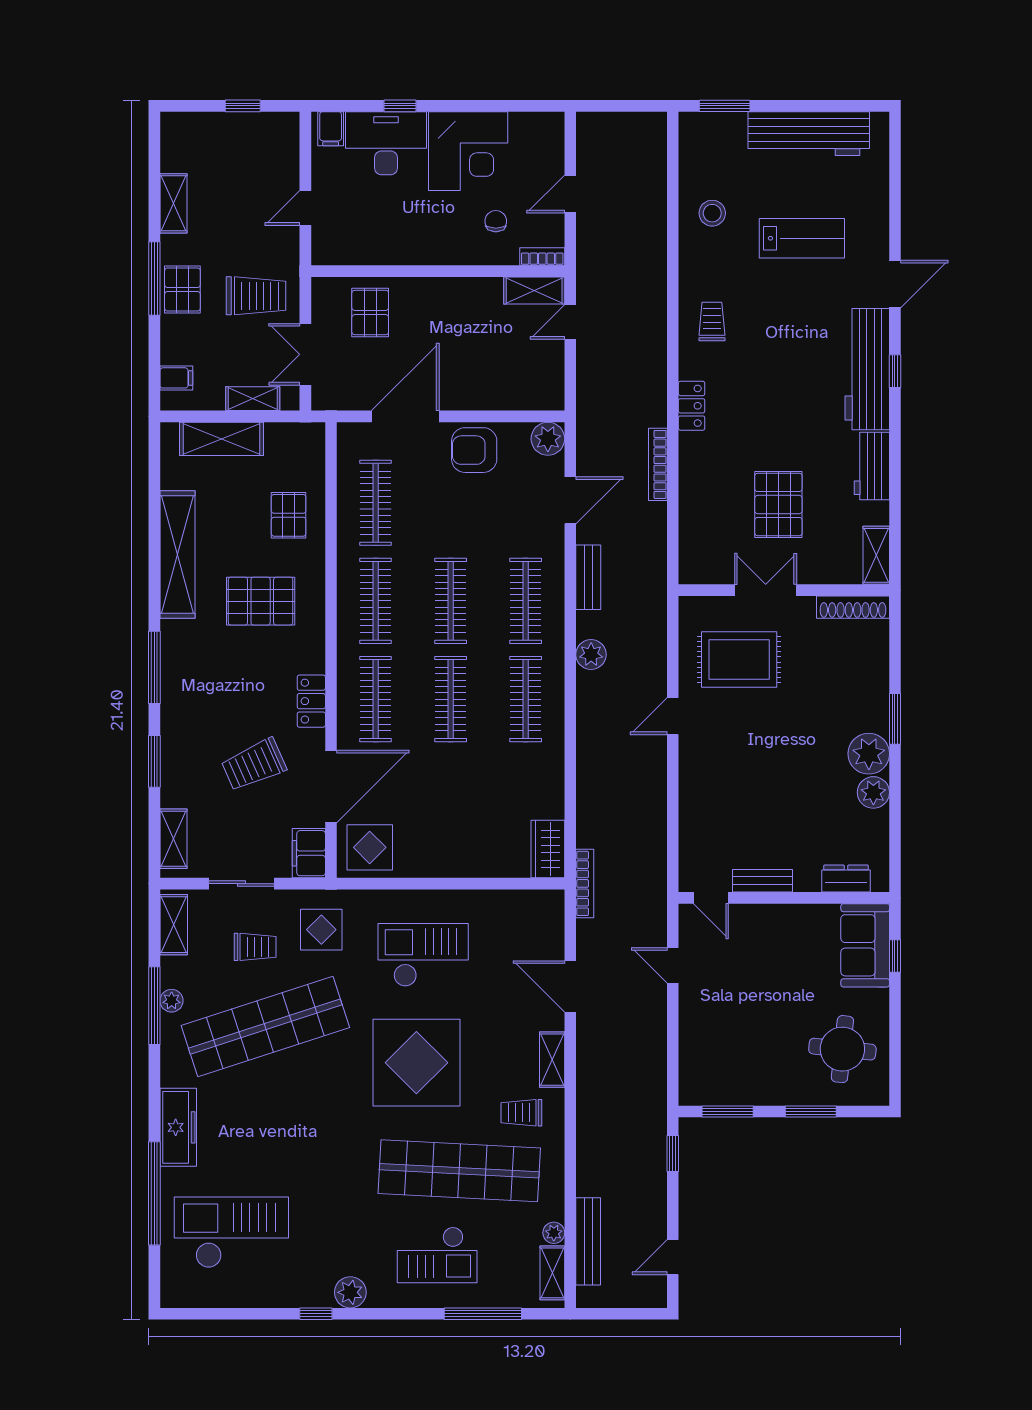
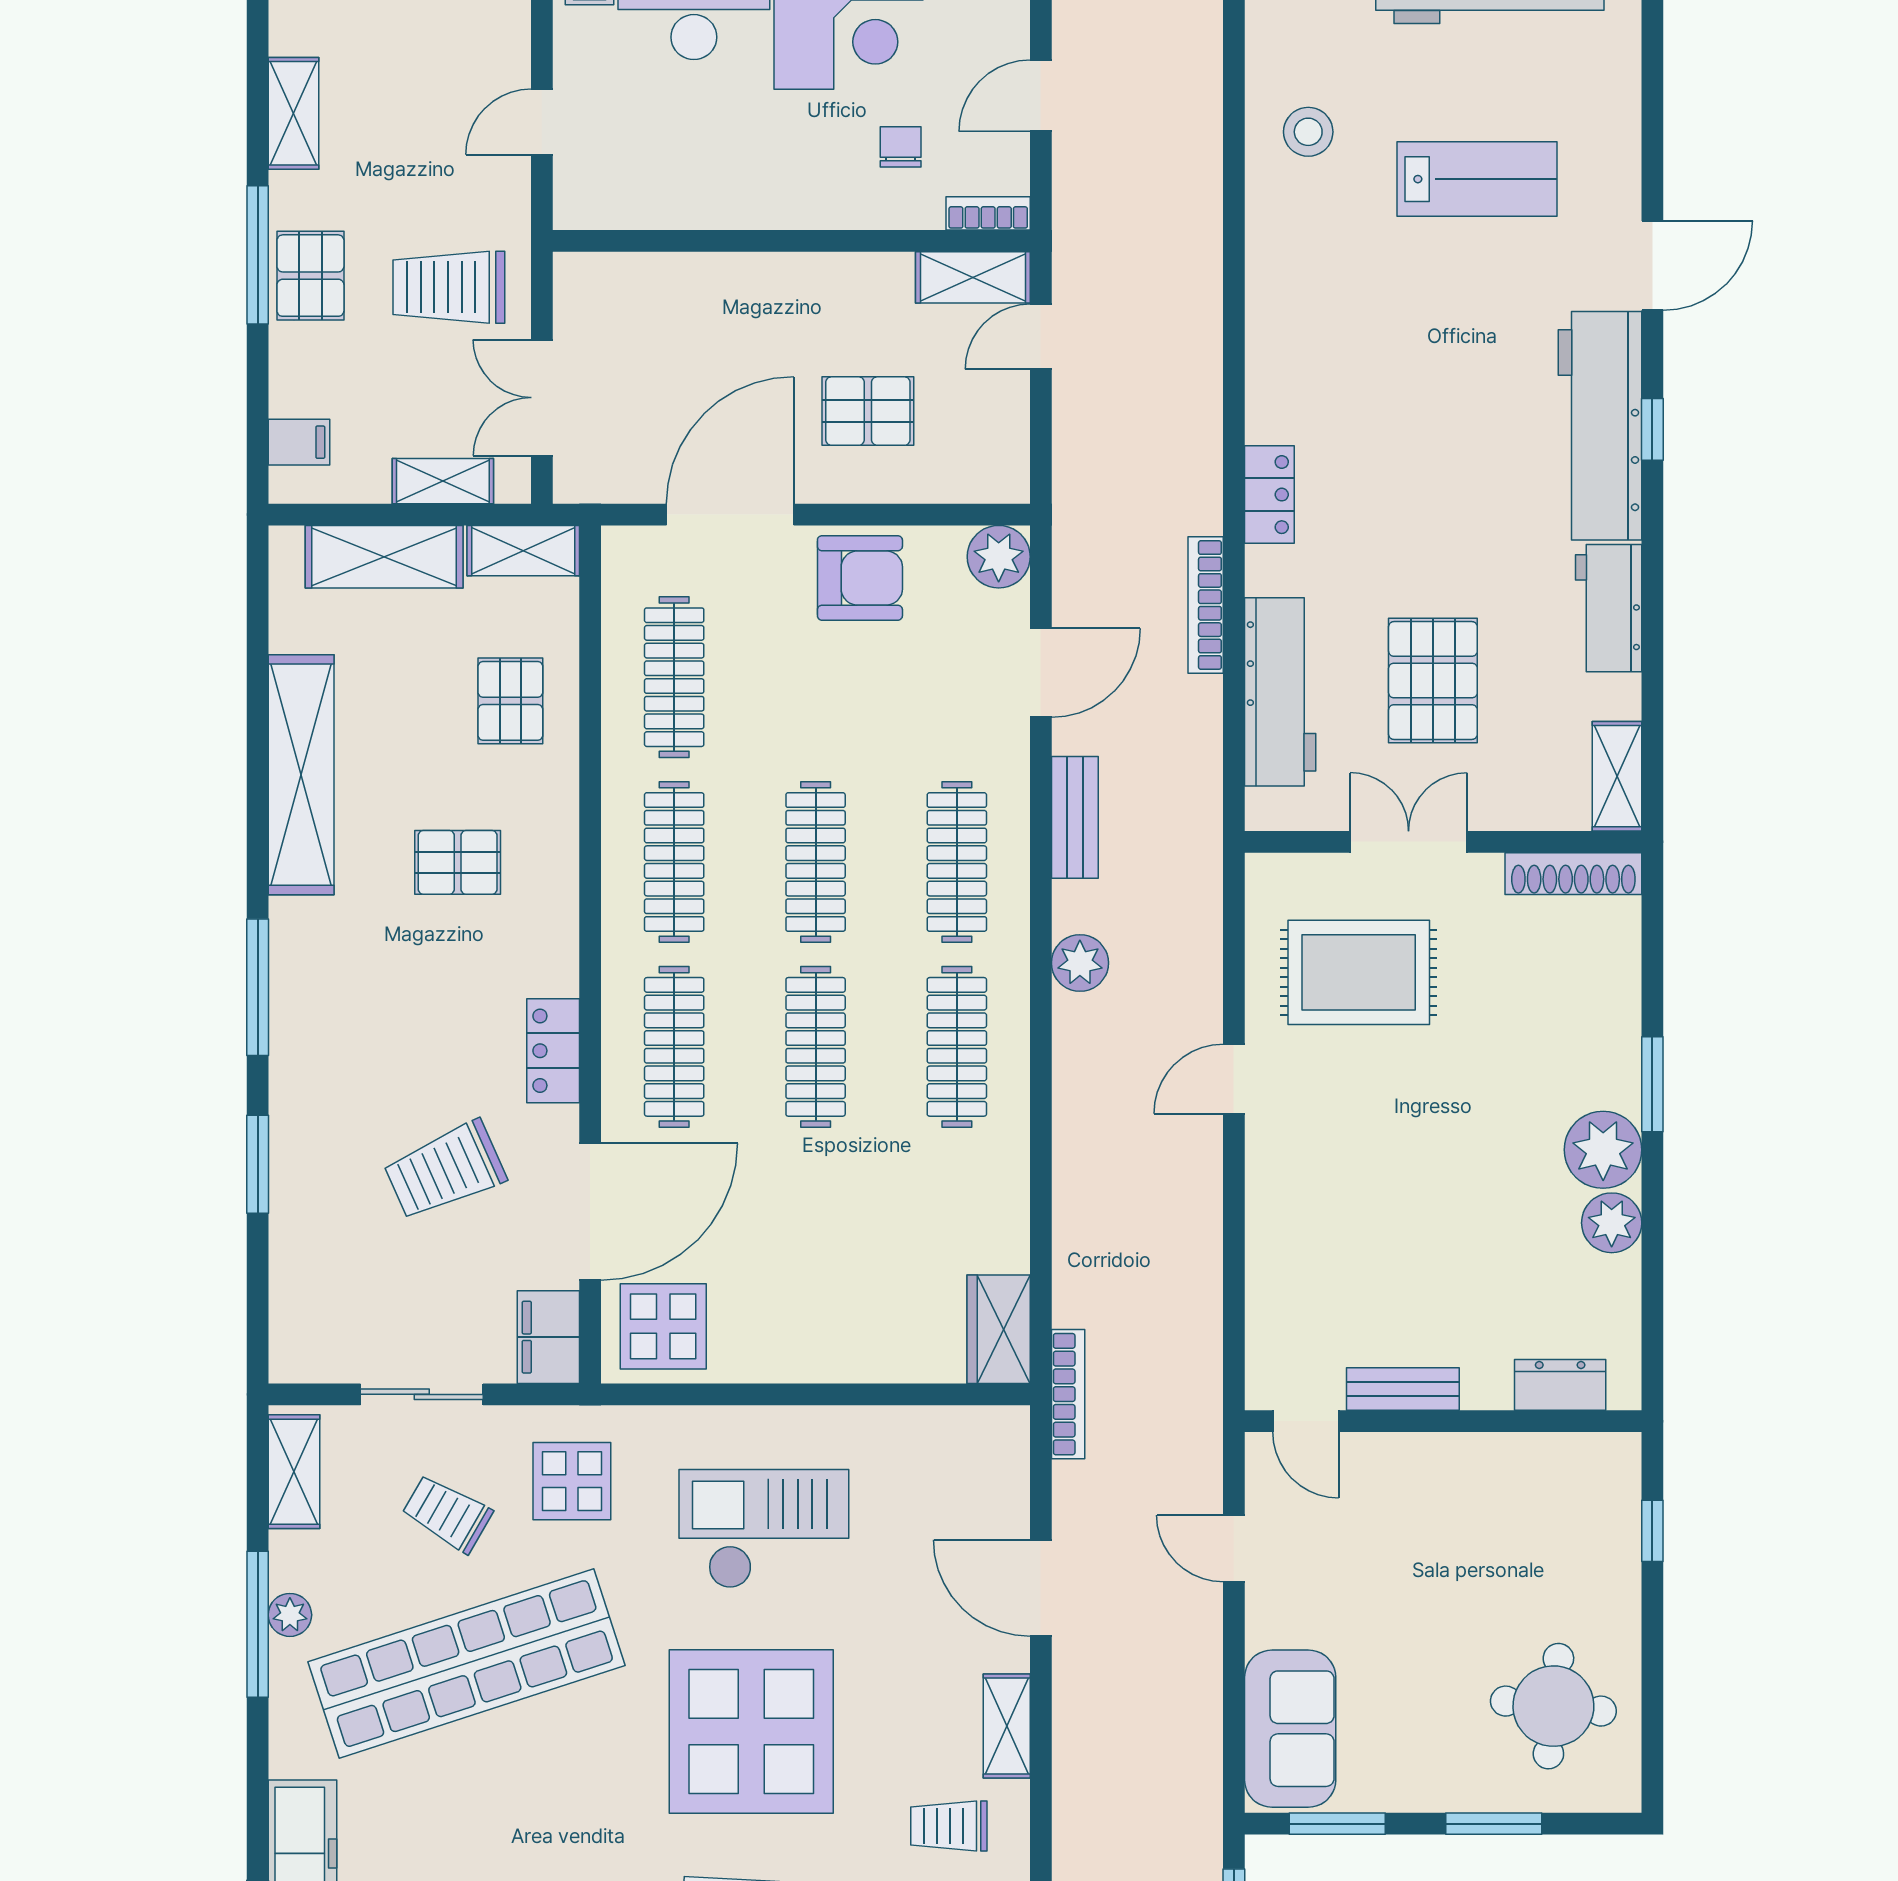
trolley: (256, 296) -> (449, 287), turned 180
pallet: (370, 312) -> (868, 411), moved, turned 90
trolley: (712, 321) -> (1308, 336), removed
armchair: (474, 450) -> (860, 578), turned 180
workbench: (697, 511) -> (1280, 692), added
pallet: (261, 601) -> (458, 862), width x0.67, depth x0.71
shelving: (173, 839) -> (523, 551), moved, turned 90
sofa: (865, 945) -> (1290, 1729), moved, turned 180
trolley: (255, 947) -> (447, 1514), turned -150

